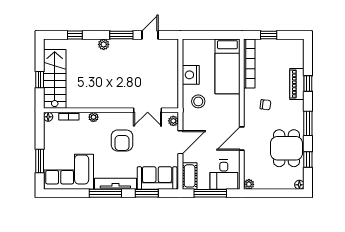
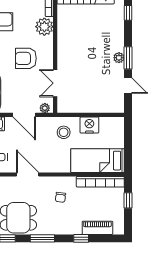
plant: (104, 44) -> (119, 58), moved
piano: (297, 84) -> (97, 228), moved
plant: (93, 117) -> (44, 27), width x1.88, depth x1.88

